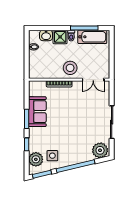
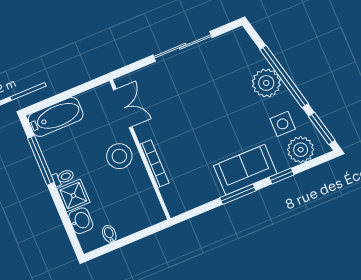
bathtub: (92, 37) -> (56, 117), moved, turned 90
sofa: (37, 112) -> (245, 170), moved
plant: (100, 150) -> (266, 83), moved

